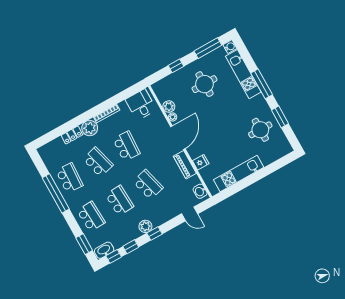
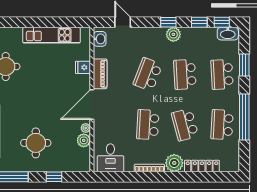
locker: (72, 135) -> (202, 166), width x1.53
school desk: (148, 185) -> (148, 74), turned 36
window: (84, 244) -> (244, 65), moved

